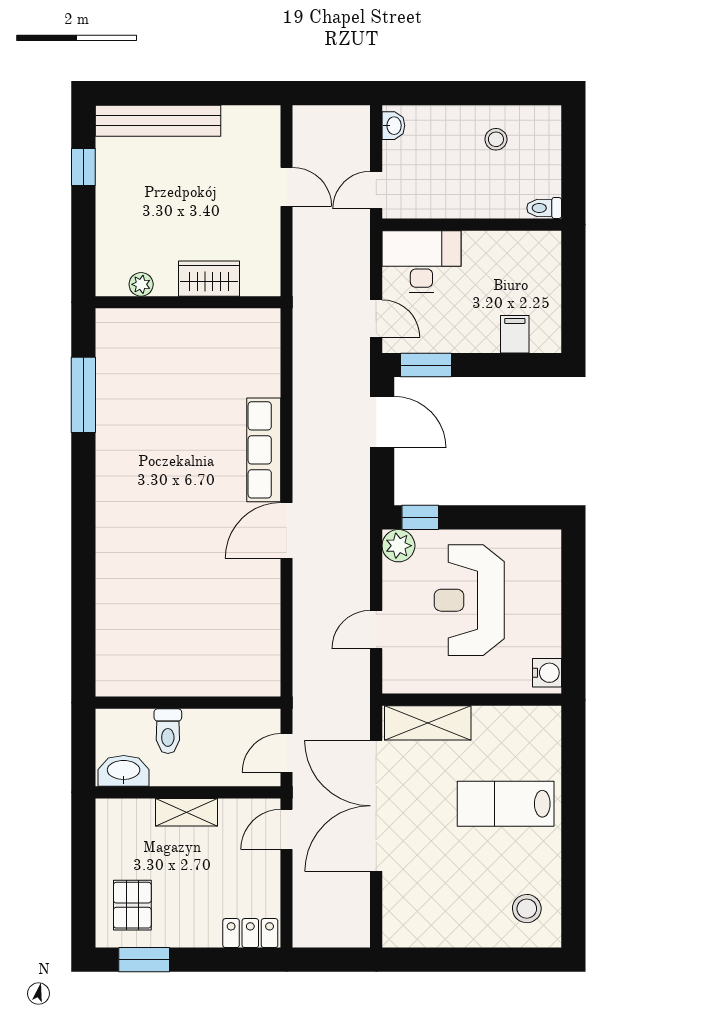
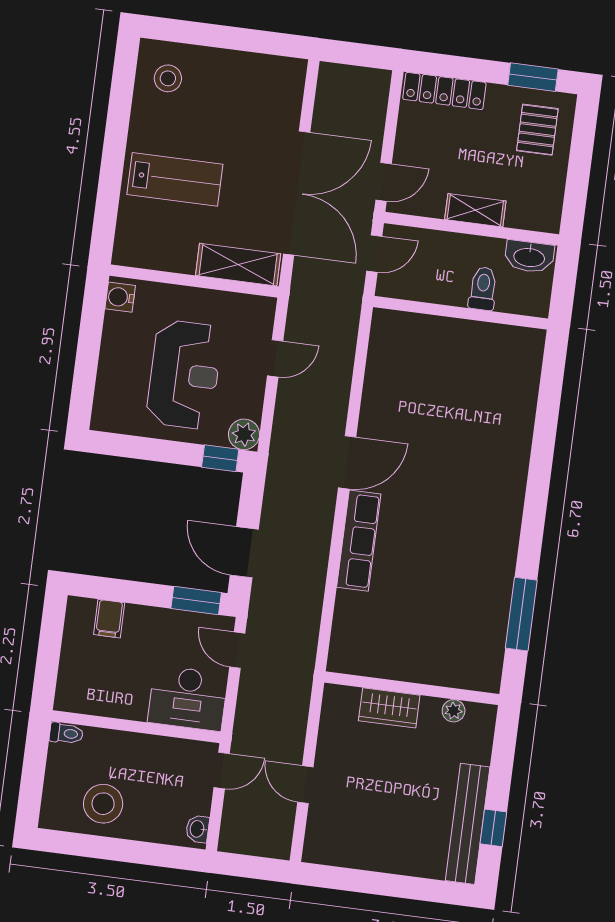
bench: (158, 121) -> (468, 824), moved, turned 90
stool: (496, 139) -> (103, 804), width x1.89, depth x1.89
locker: (250, 933) -> (444, 91), width x1.53

